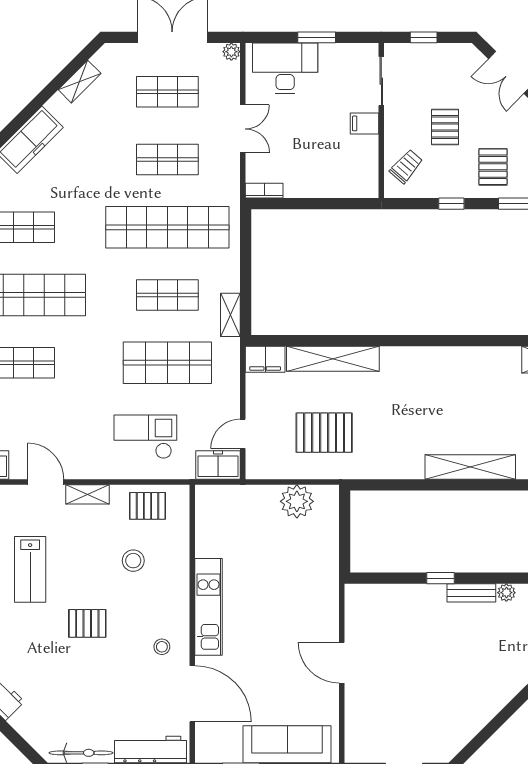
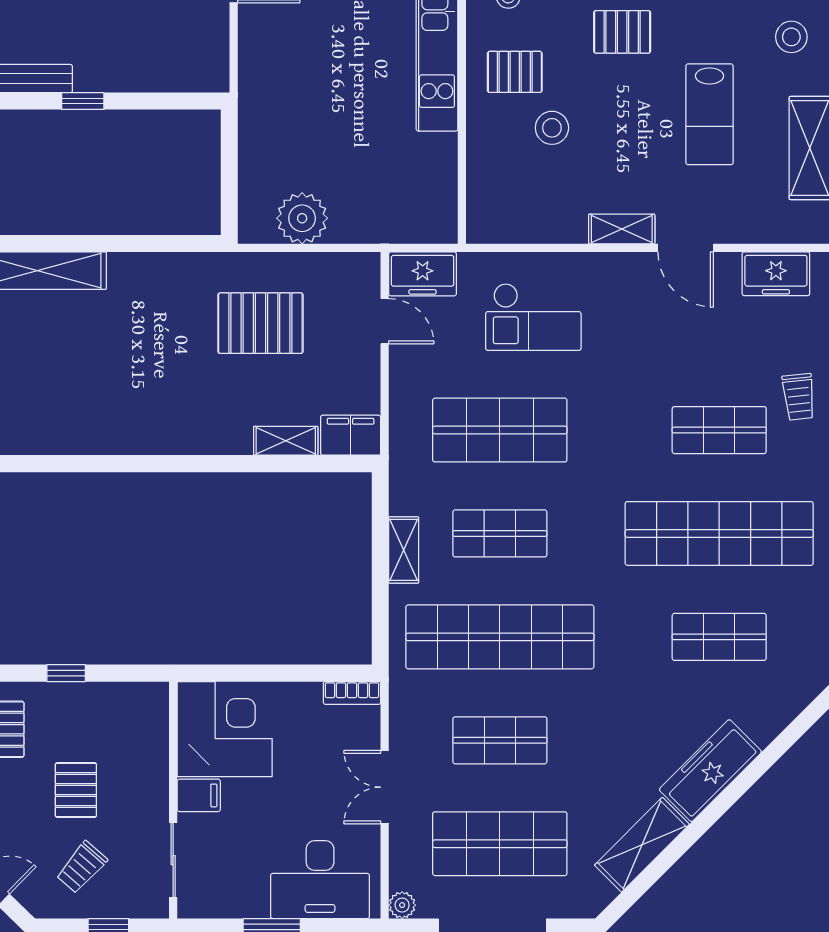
shelving: (80, 82) -> (642, 845), width x1.50, depth x1.33
shop shelf: (167, 92) -> (500, 844), width x1.43, depth x1.36
trolley: (406, 166) -> (82, 867), moved
corner desk: (348, 167) -> (225, 729), added
shelving: (230, 315) -> (404, 550), moved
shelving: (333, 359) -> (286, 441), width x0.45, depth x0.75
door: (243, 434) -> (385, 321), hinge flipped
pallet: (147, 506) -> (515, 72), moved
lab bench: (30, 569) -> (709, 114), turned 180

